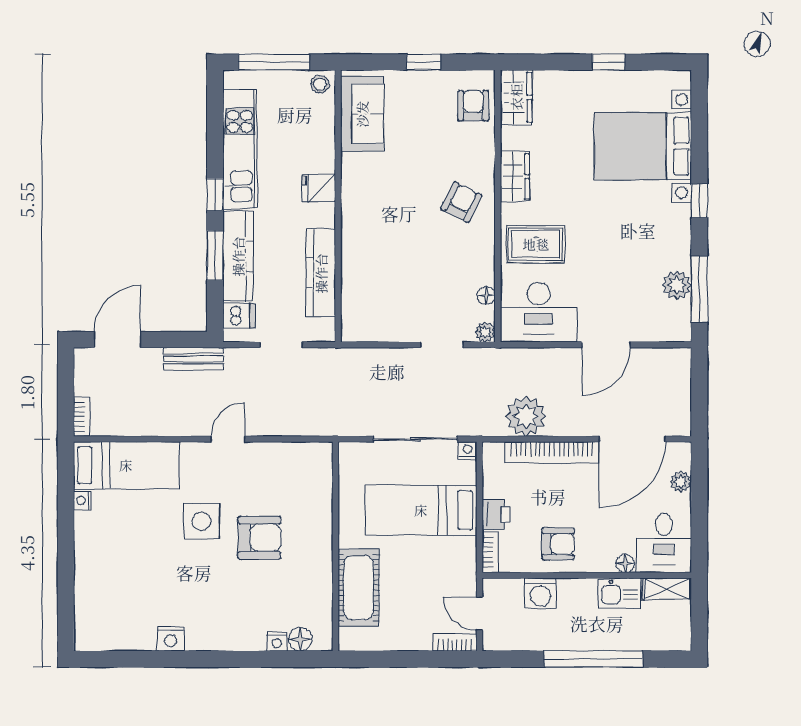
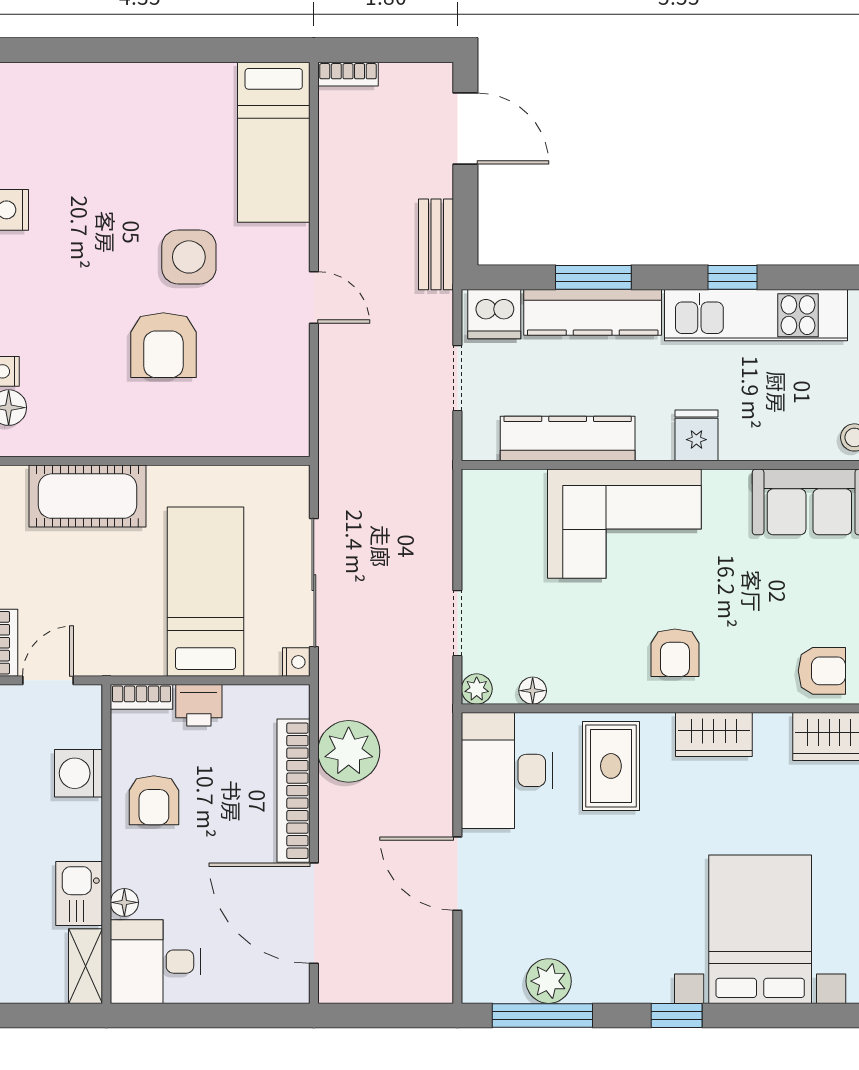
window: (215, 195) -> (733, 277), moved
armchair: (461, 202) -> (675, 653), turned 63
corner sofa: (377, 235) -> (624, 524), added
dishwasher: (239, 316) -> (494, 314), width x1.38
plant: (681, 482) -> (249, 987), removed
nightstand: (82, 500) -> (220, 75), removed

